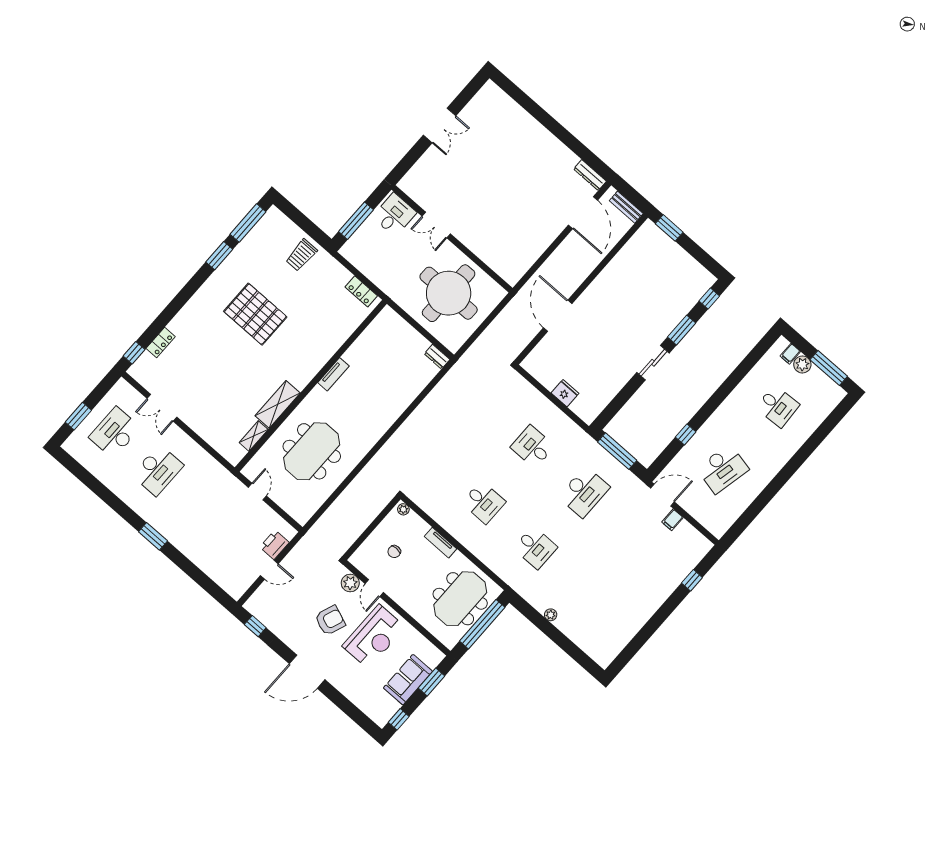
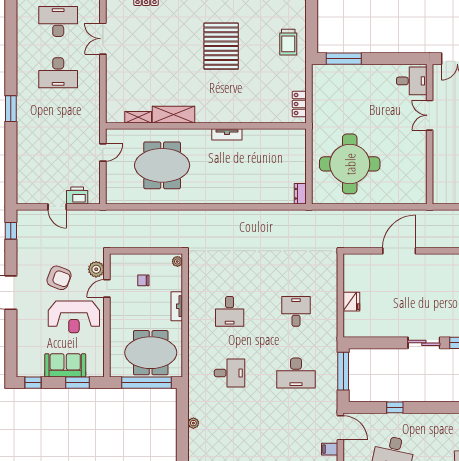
desk: (394, 215) -> (412, 81), moved
double door: (436, 225) -> (430, 115), moved
wall: (452, 239) -> (430, 134), moved
trolley: (301, 255) -> (288, 42), turned -90
desk: (535, 548) -> (230, 373), turned -90

